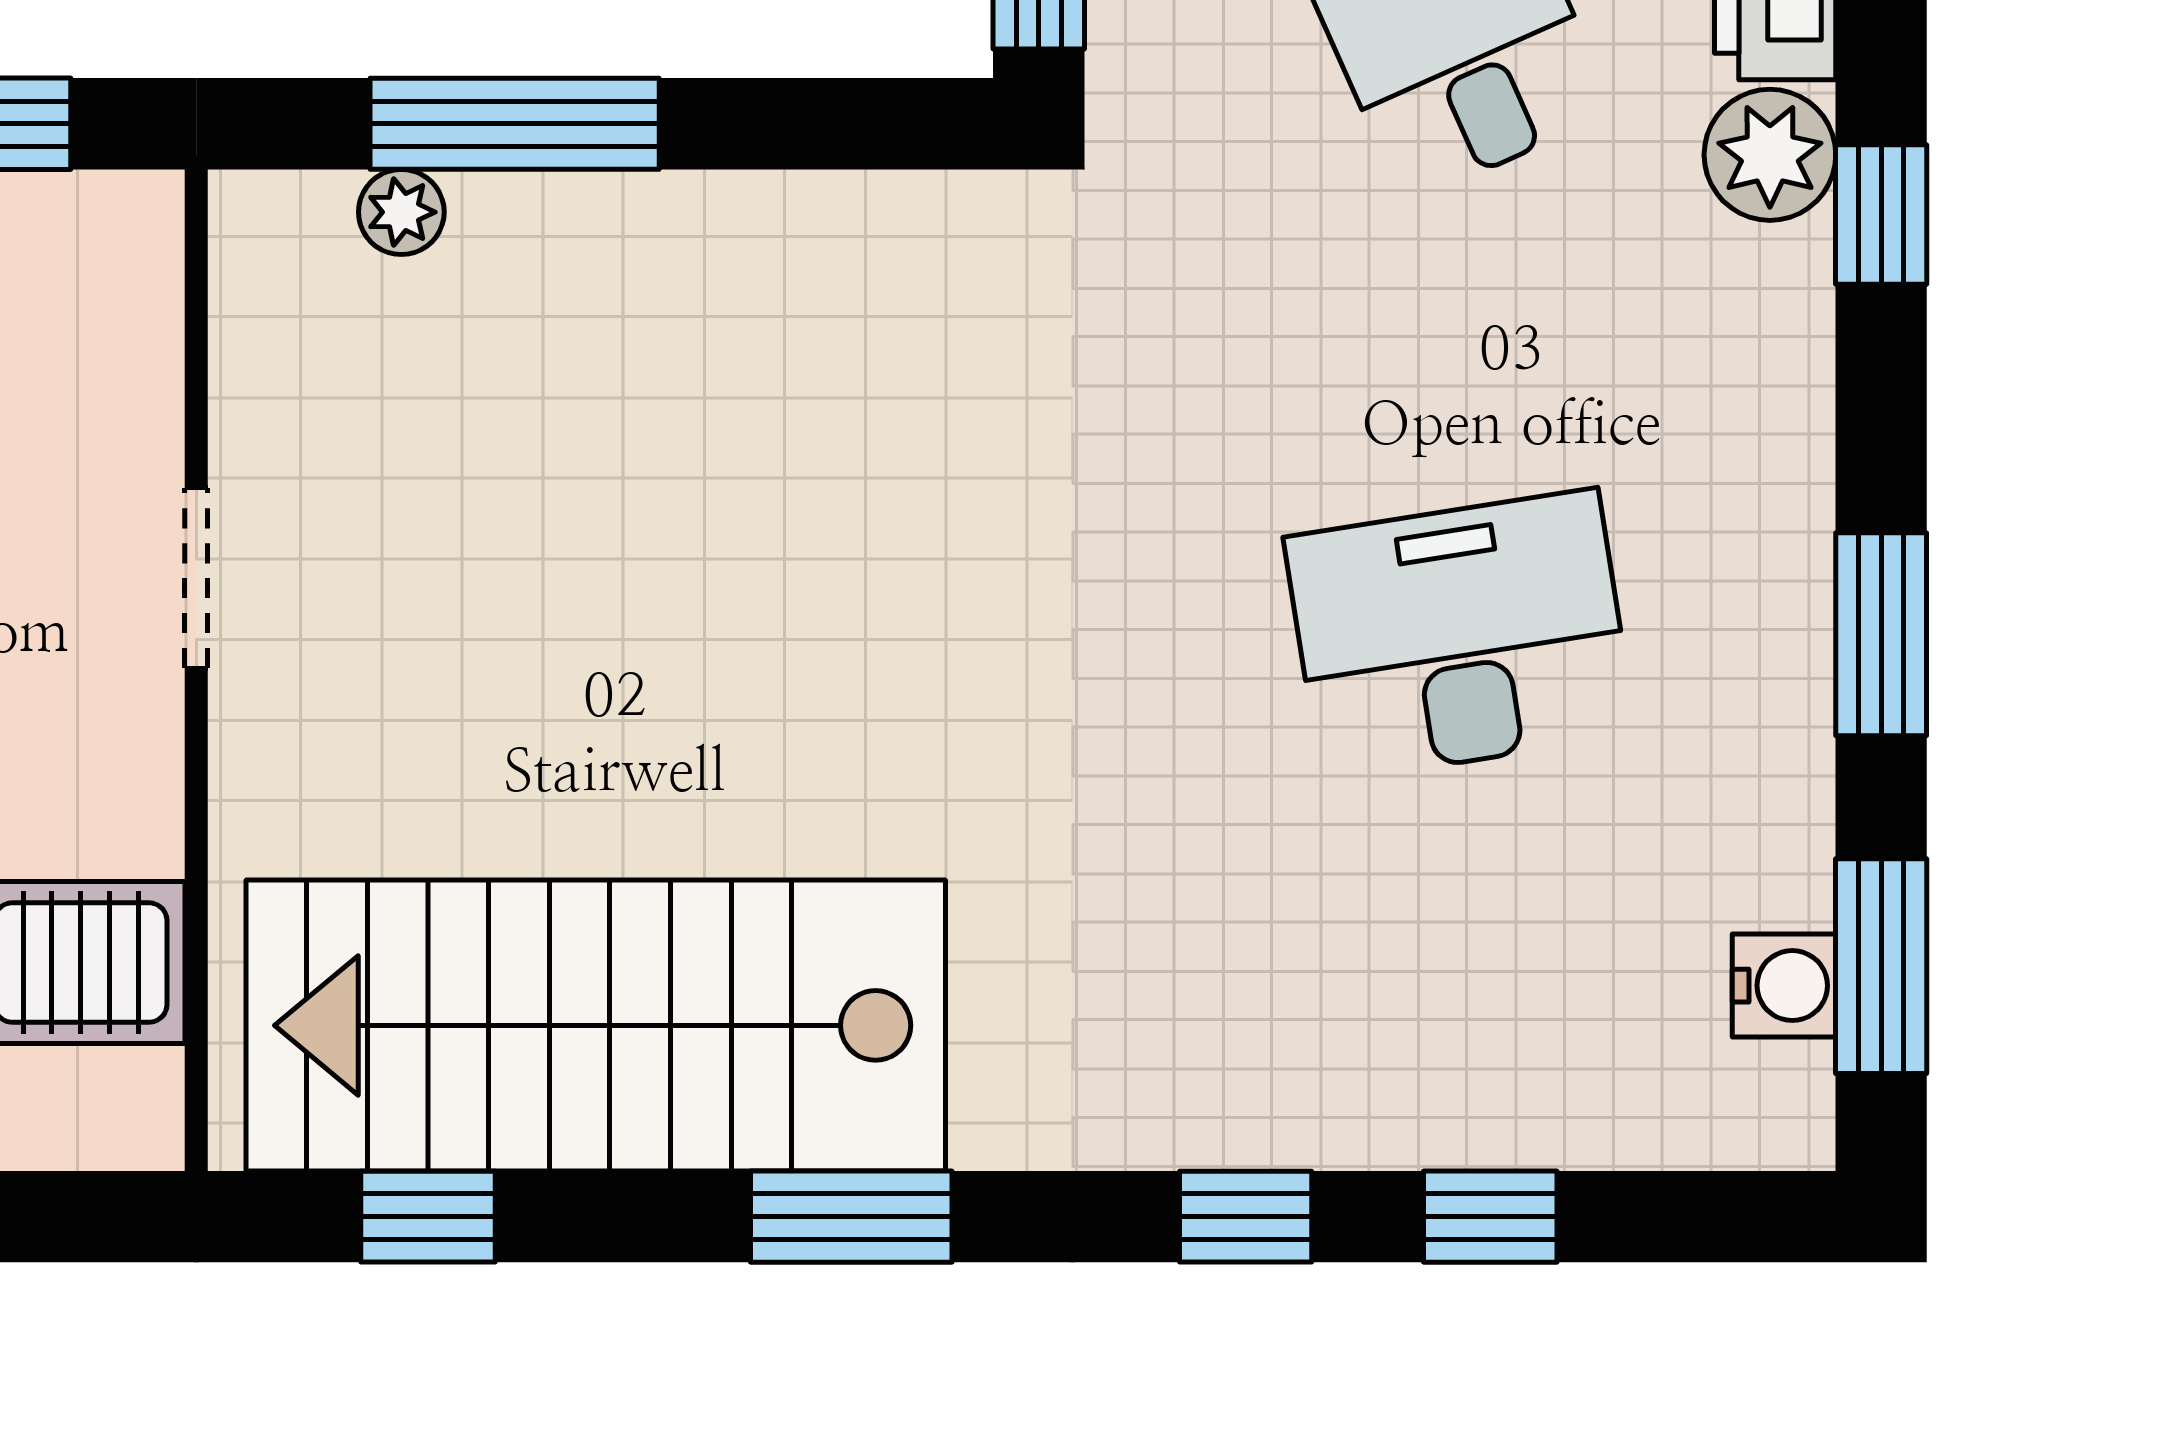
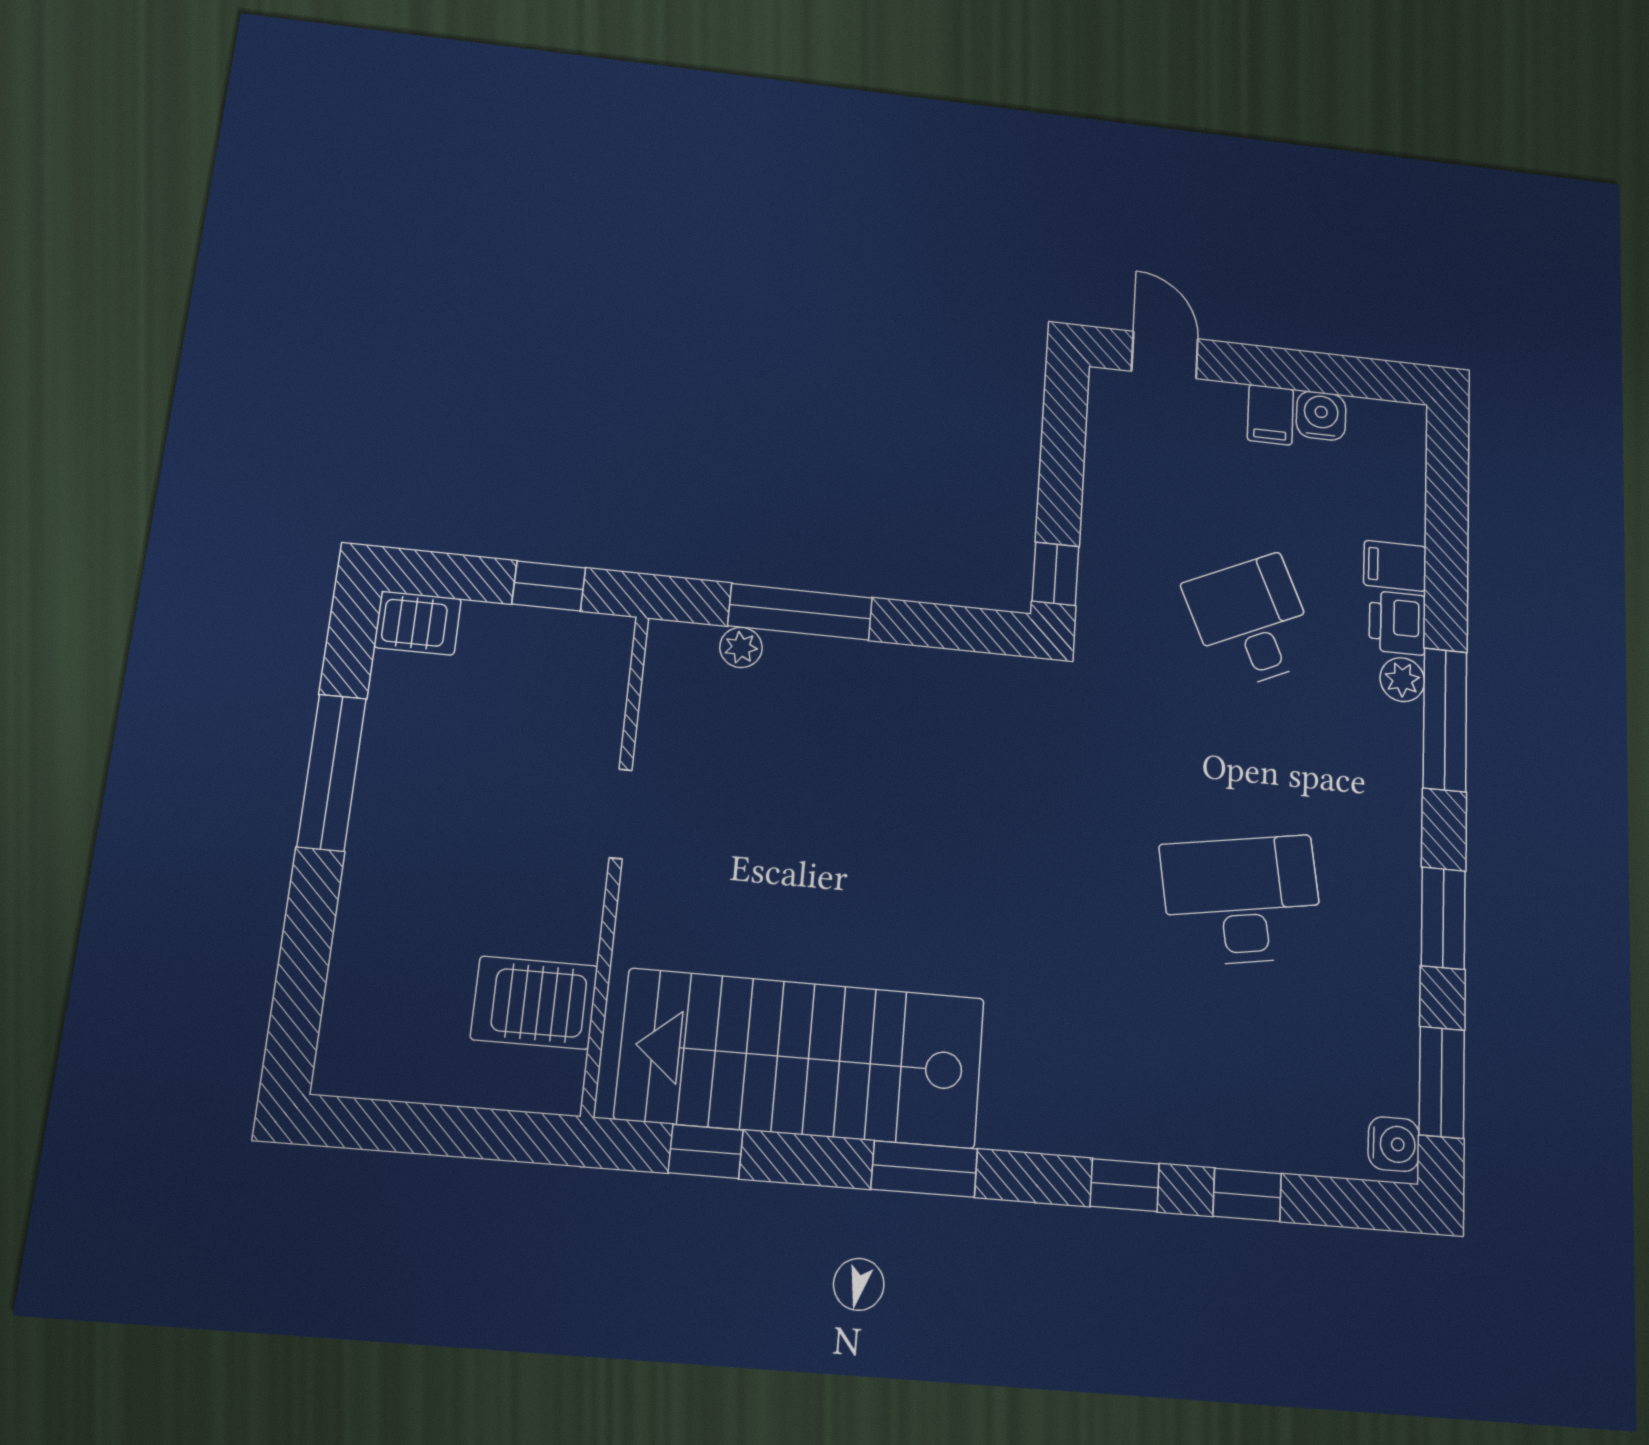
plant: (1770, 155) -> (1402, 680), width x0.73, depth x0.73
window: (1881, 214) -> (1445, 720), width x2.17
water cooler: (1784, 986) -> (1394, 1144), moved

